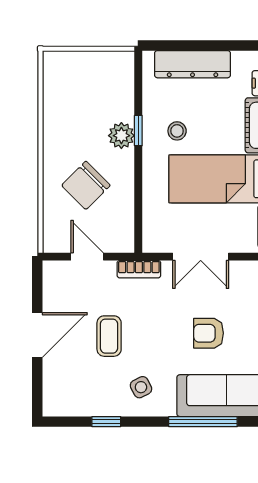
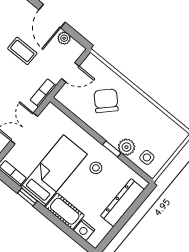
side table: (114, 80) -> (147, 157), added
plant: (121, 136) -> (126, 147), moved
plant: (52, 298) -> (64, 38), added

